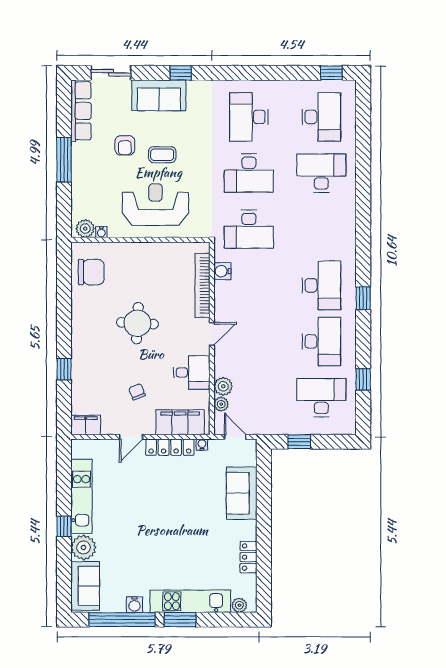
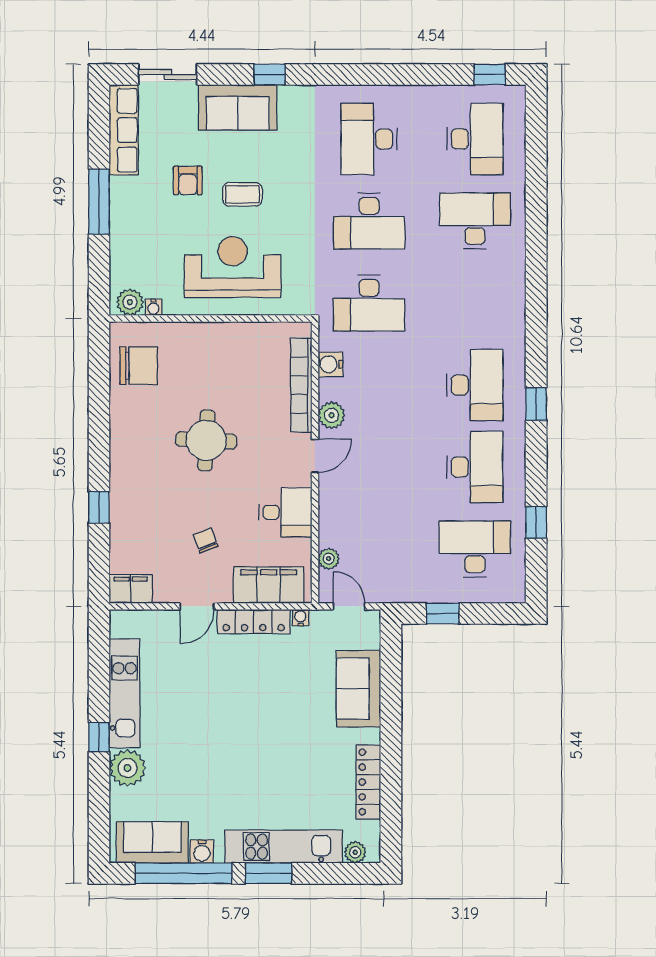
plant: (223, 386) -> (332, 415), moved
locker: (248, 557) -> (368, 782), width x1.53
sofa: (85, 586) -> (152, 842), moved, turned -90

